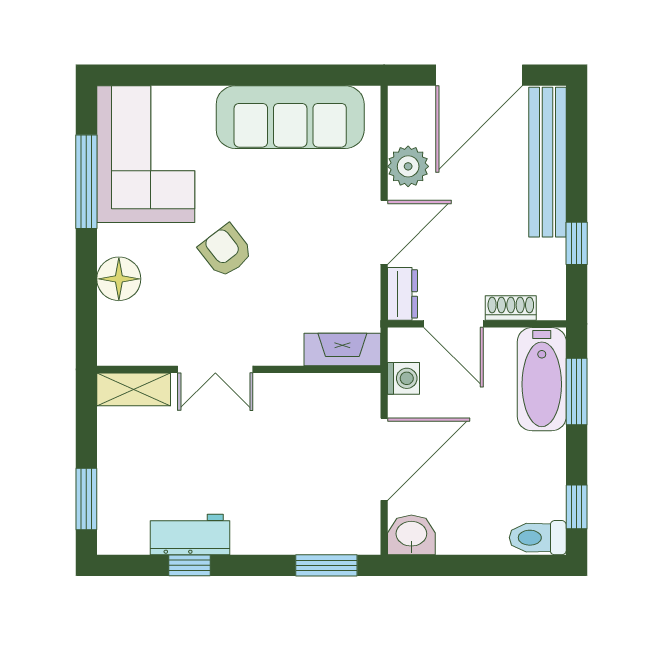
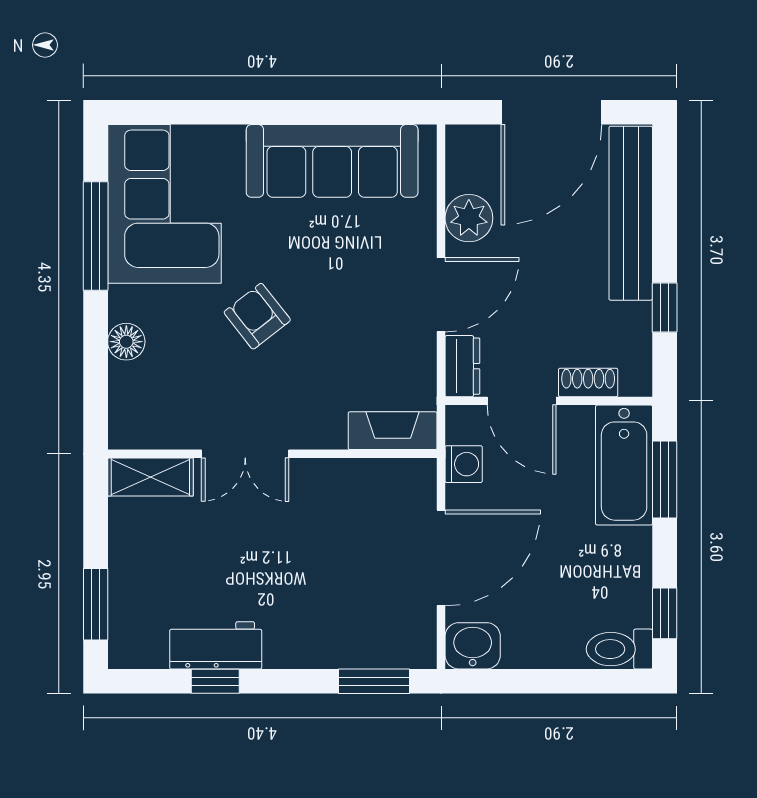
floor lamp: (119, 279) -> (126, 342), width x0.73, depth x0.73

